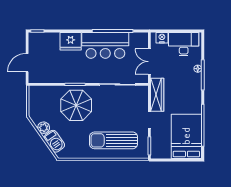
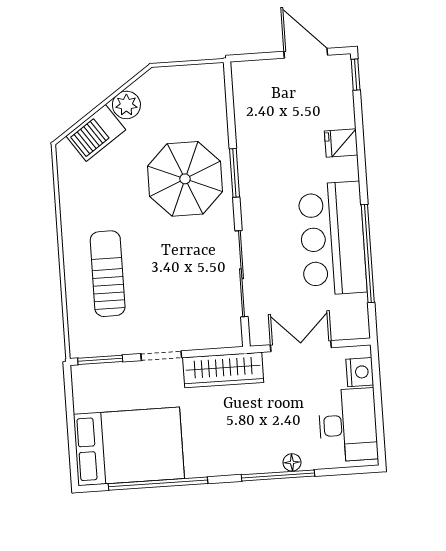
fridge: (71, 41) -> (341, 143), width x0.53, depth x0.75
door: (27, 63) -> (306, 53), moved
sun lounger: (114, 140) -> (108, 274), width x0.73, depth x0.75

